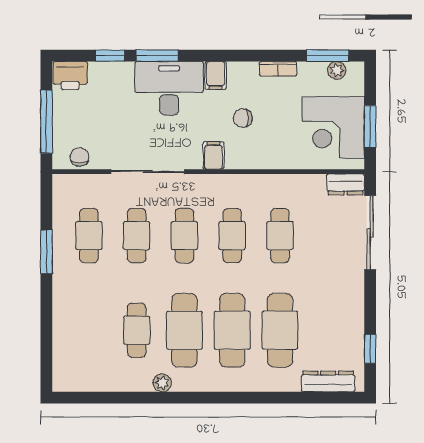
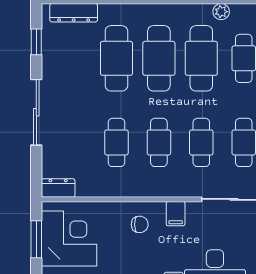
chair: (243, 118) -> (140, 224), moved
sliding door: (370, 233) -> (36, 112), moved

